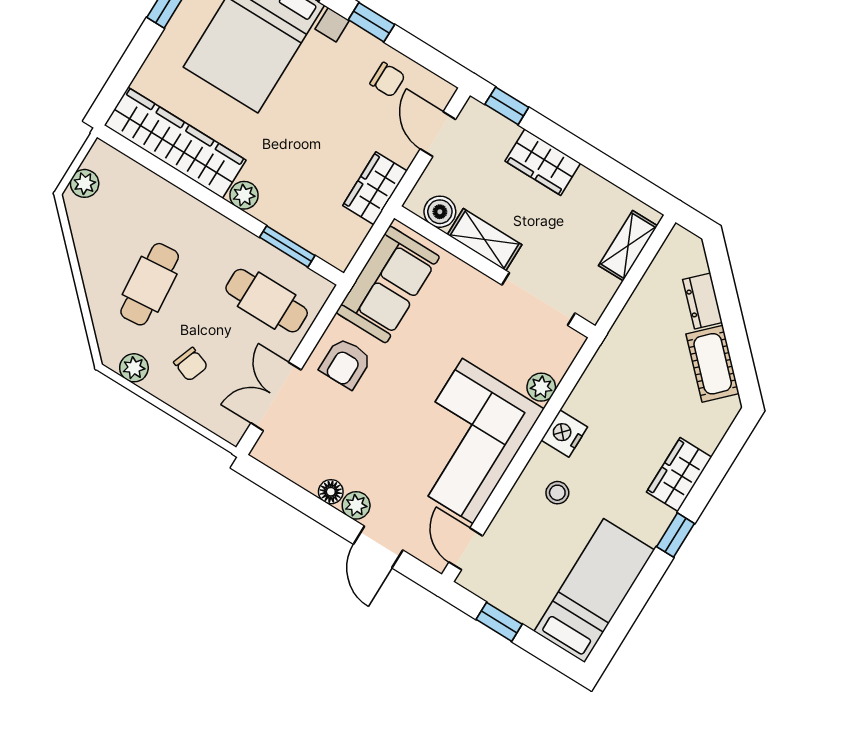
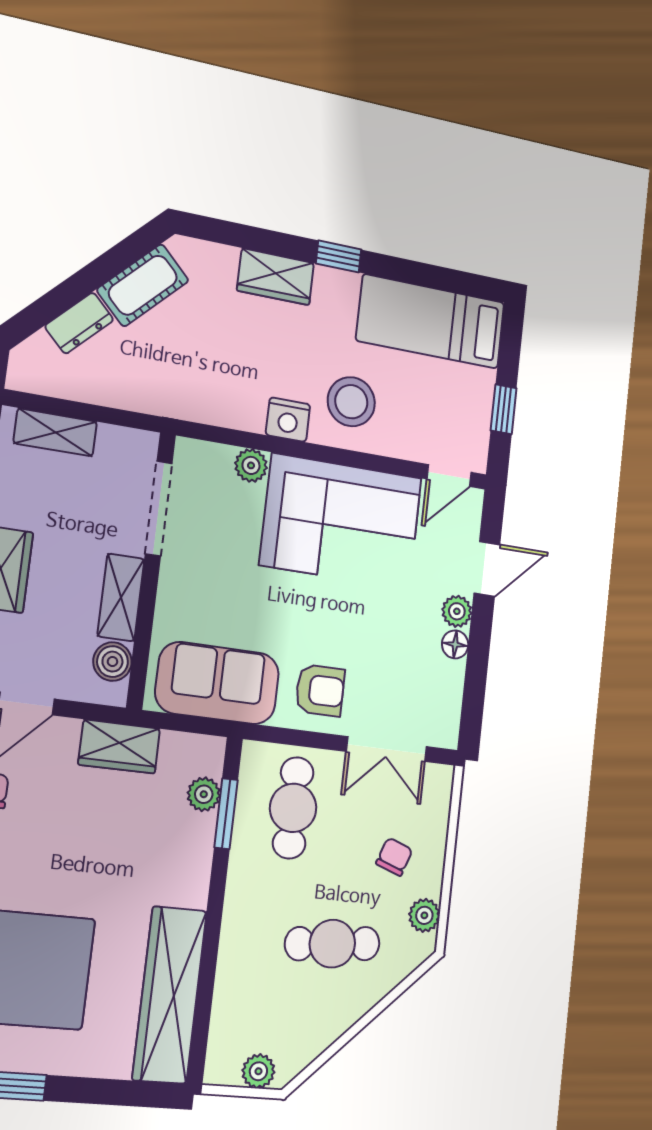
plant: (244, 195) -> (204, 794), moved
stool: (557, 493) -> (351, 402), width x1.89, depth x1.89

